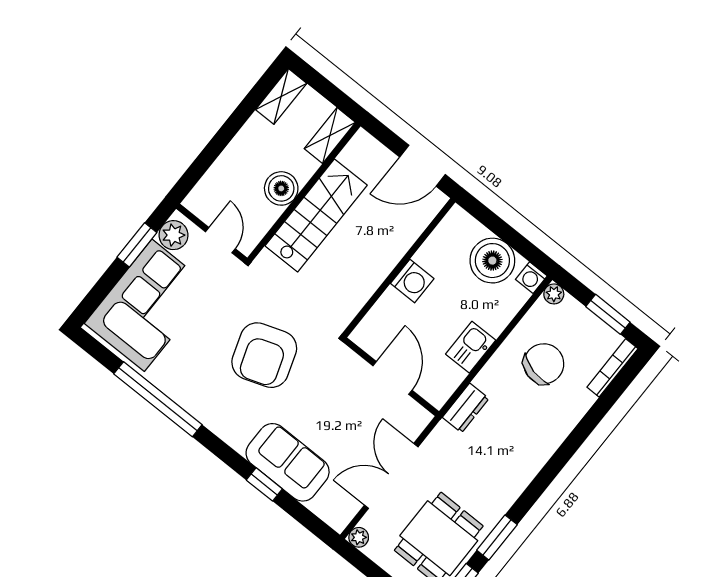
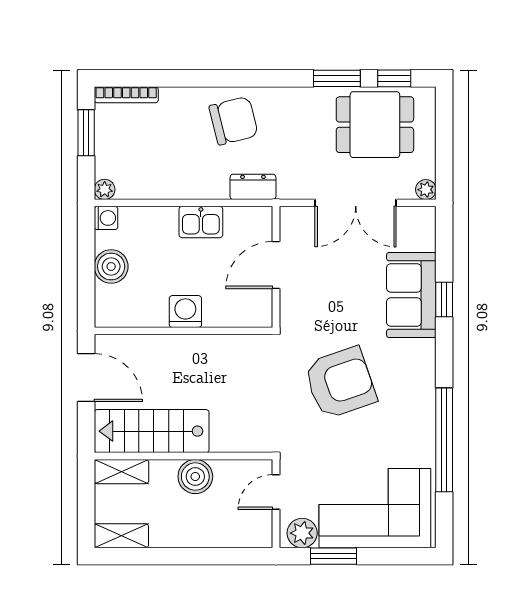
stairs: (316, 215) -> (152, 431), moved
boiler: (492, 261) -> (111, 266), width x0.73, depth x0.73
chair: (544, 364) -> (234, 121), moved, turned 152

